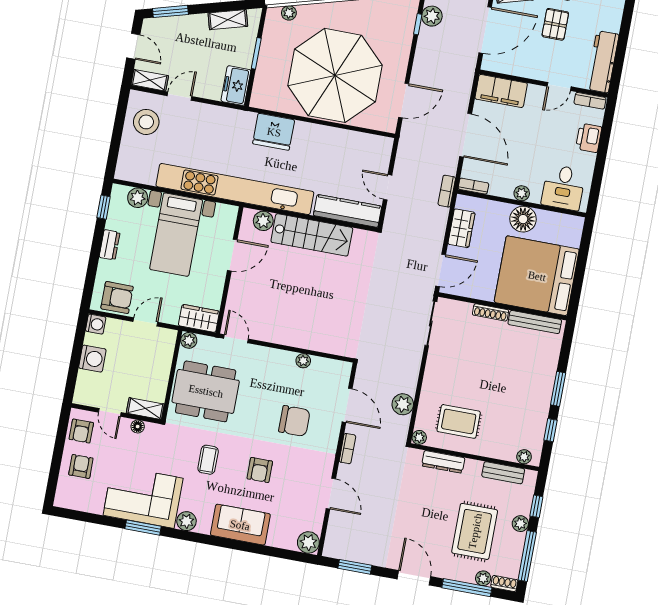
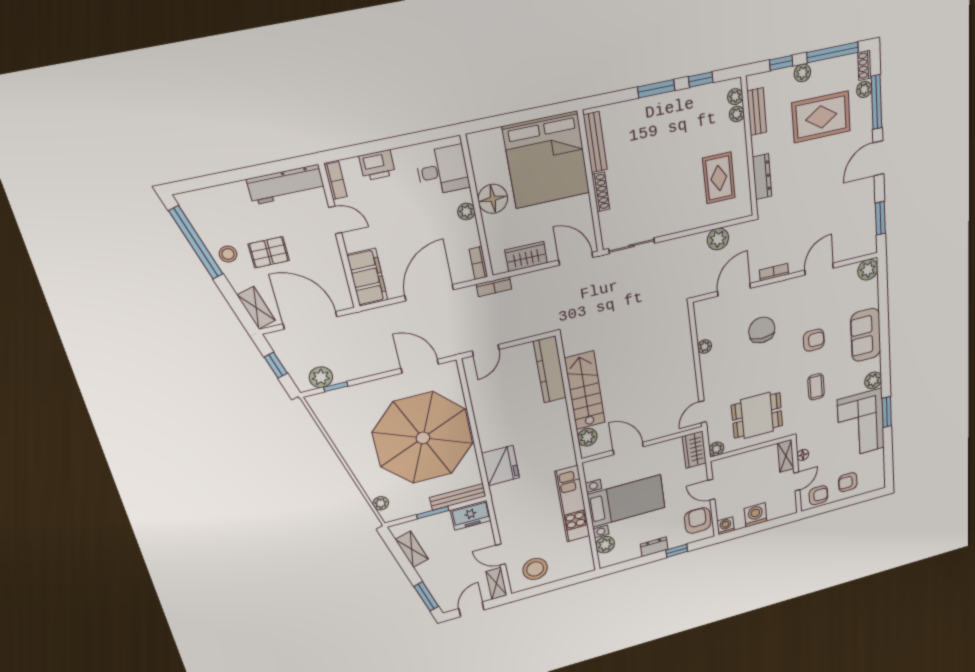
bench: (261, 82) -> (458, 497), added
door: (388, 187) -> (486, 350), moved
kitchen unit: (235, 189) -> (572, 504), width x0.54
window: (104, 207) -> (677, 551), moved
dining table: (206, 391) -> (757, 415), width x0.73
plant: (419, 437) -> (737, 114), moved
coffee table: (208, 460) -> (816, 387), turned 90

